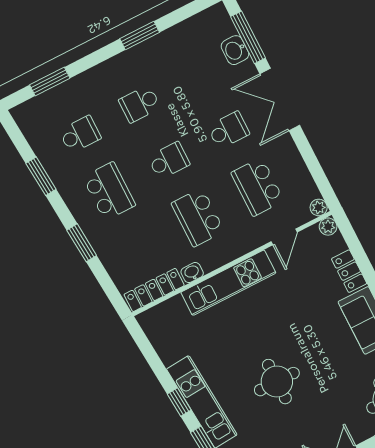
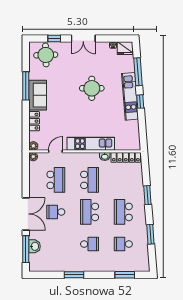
school desk: (169, 161) -> (90, 212), width x1.85

